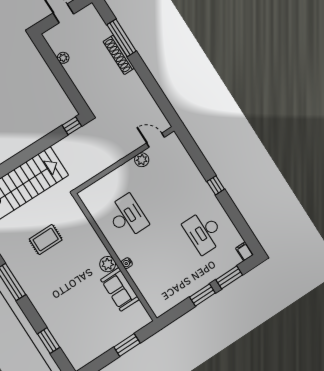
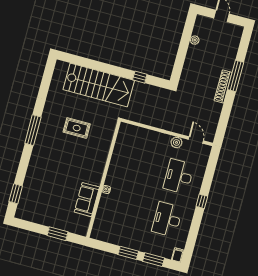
window: (122, 38) -> (236, 76), moved
shoe rack: (119, 55) -> (223, 87), moved
window: (72, 126) -> (140, 77), moved
desk: (127, 217) -> (179, 176), moved, turned 180
plant: (108, 264) -> (95, 178), removed
window: (49, 341) -> (16, 194), moved

